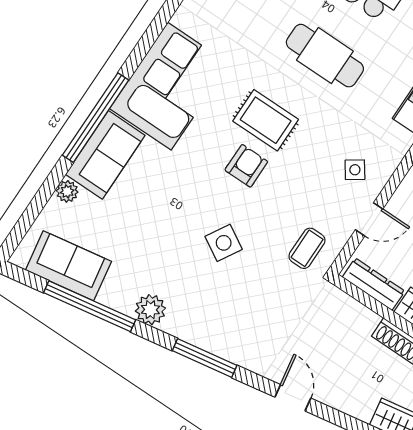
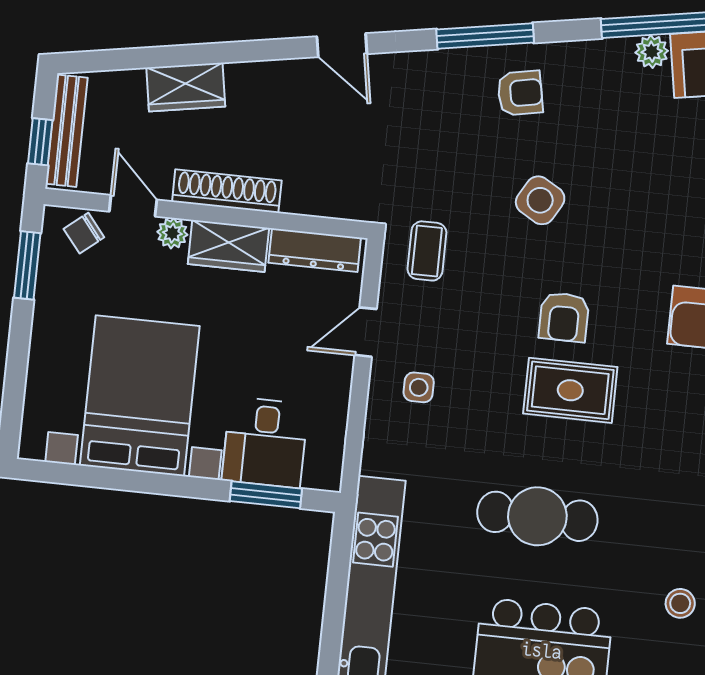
side table: (355, 170) -> (419, 387), turned 35
plant: (150, 310) -> (652, 52), moved, width x0.73, depth x0.73
armchair: (202, 313) -> (520, 93), added

